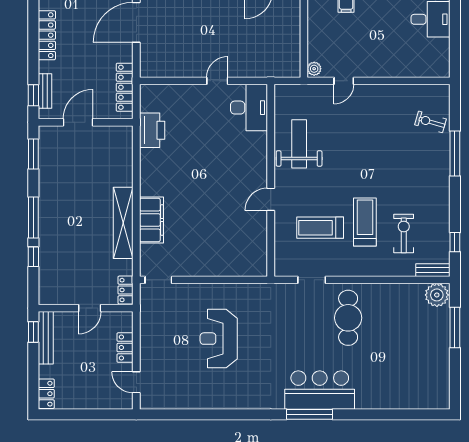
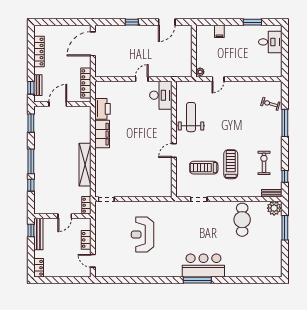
filing cabinet: (152, 220) -> (102, 134), moved
exercise bike: (404, 233) -> (264, 163), moved
cafe table: (348, 318) -> (242, 220), moved

